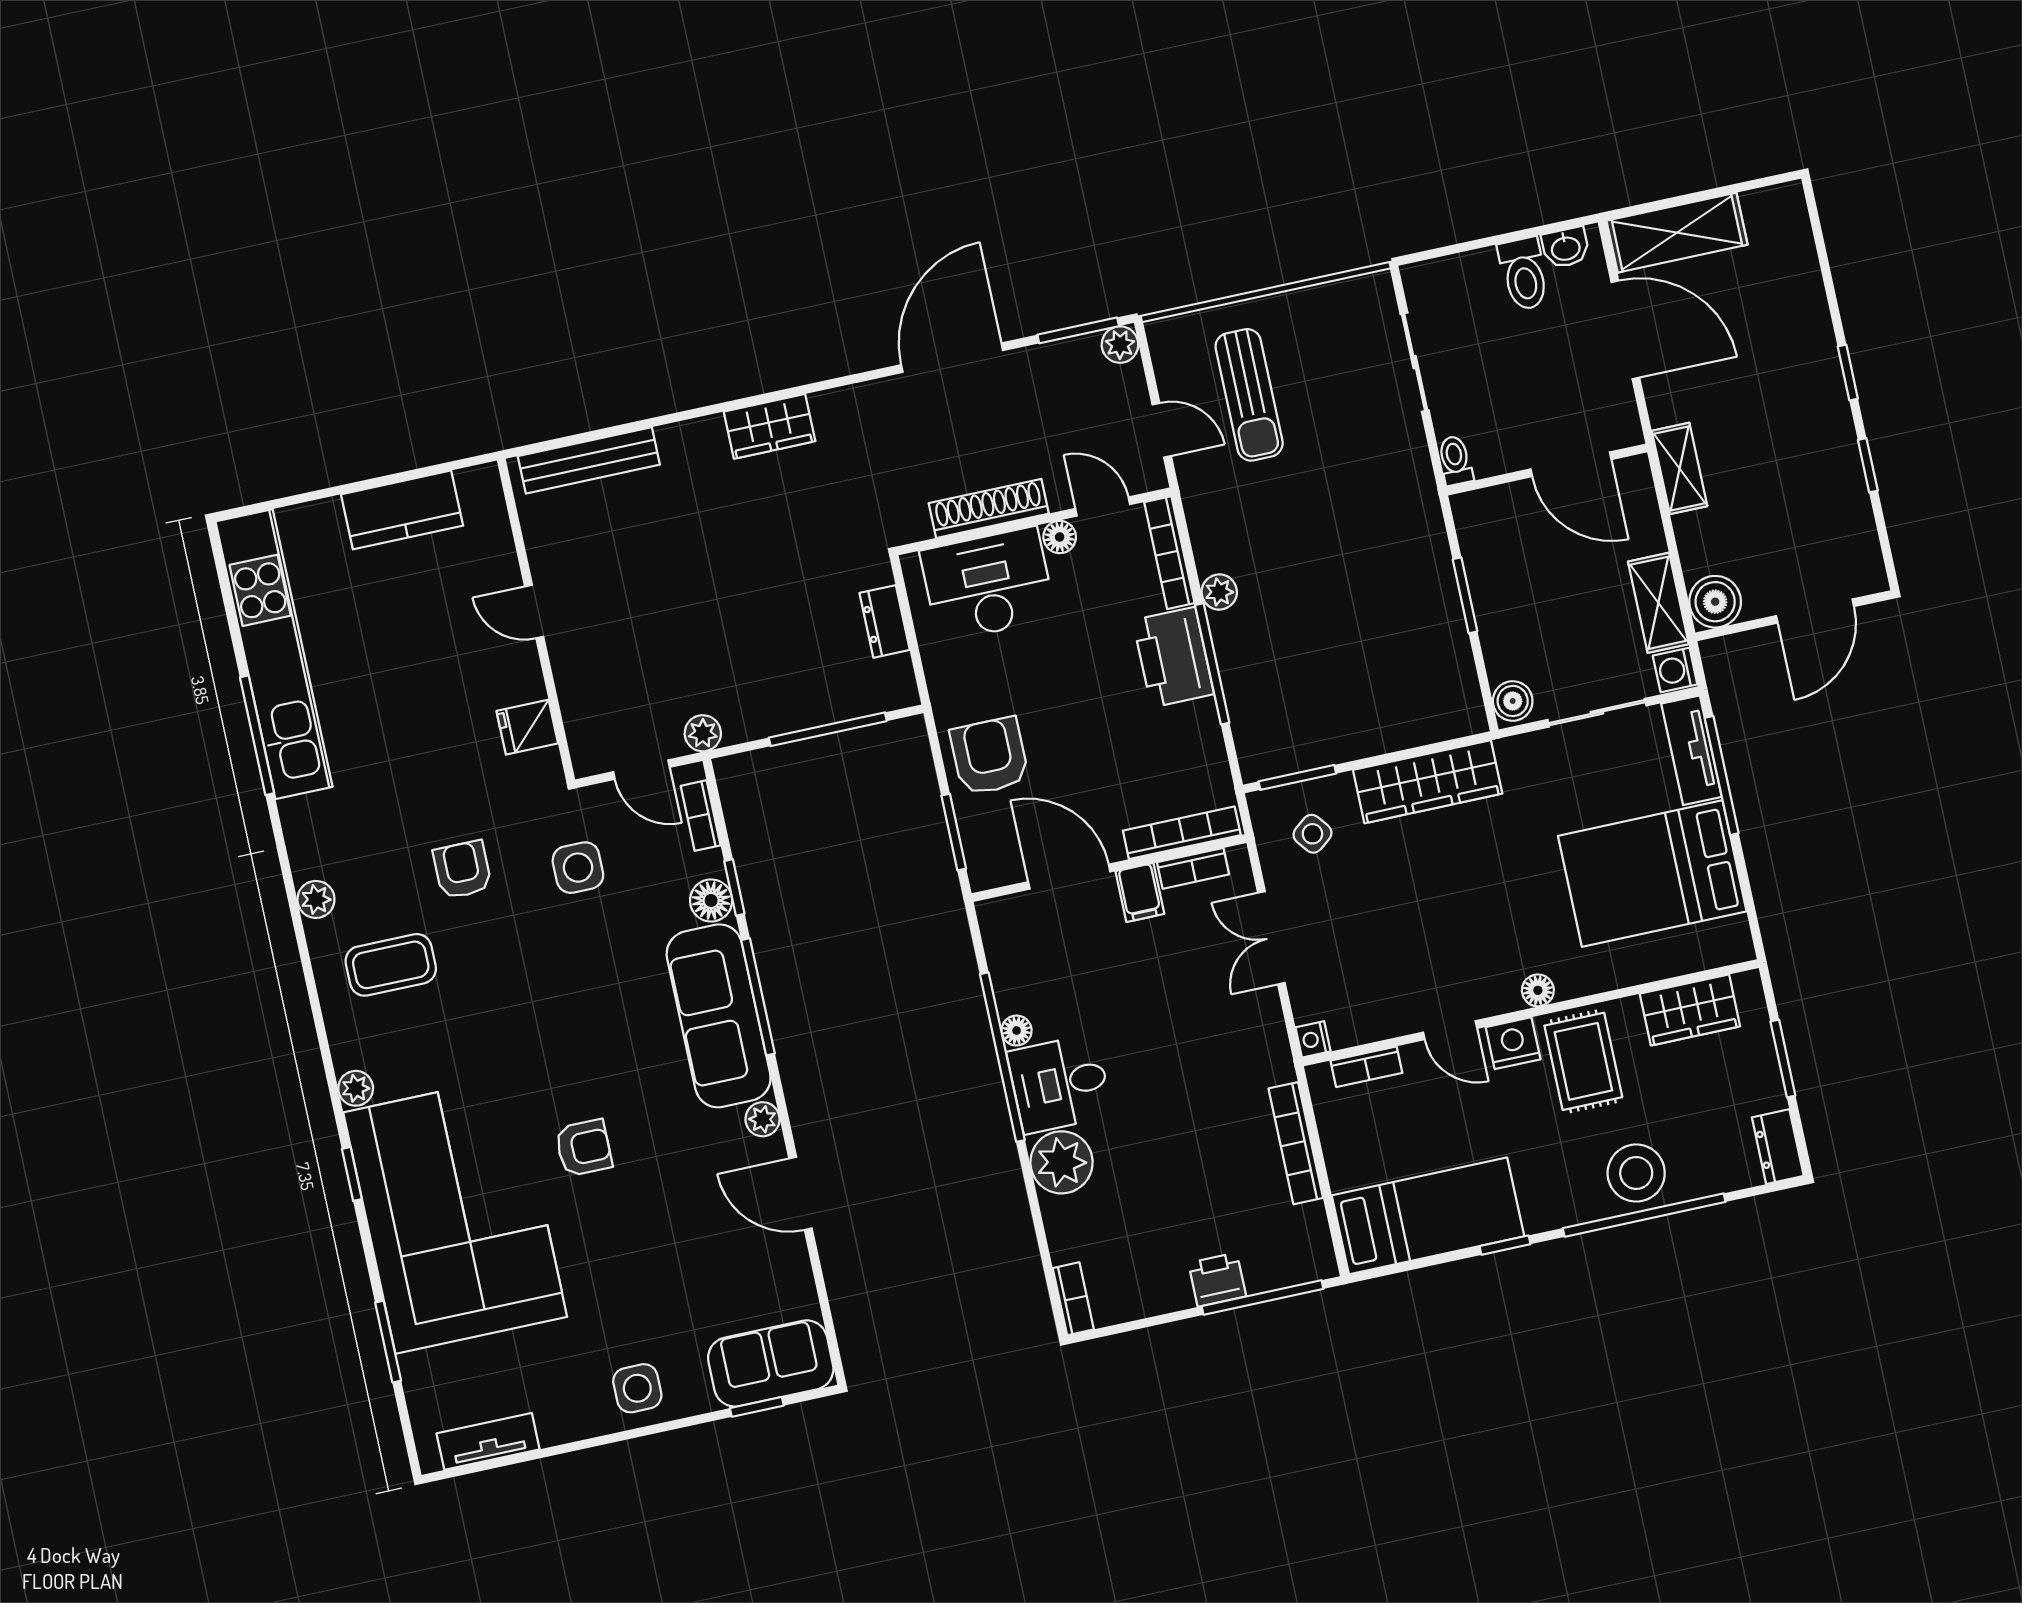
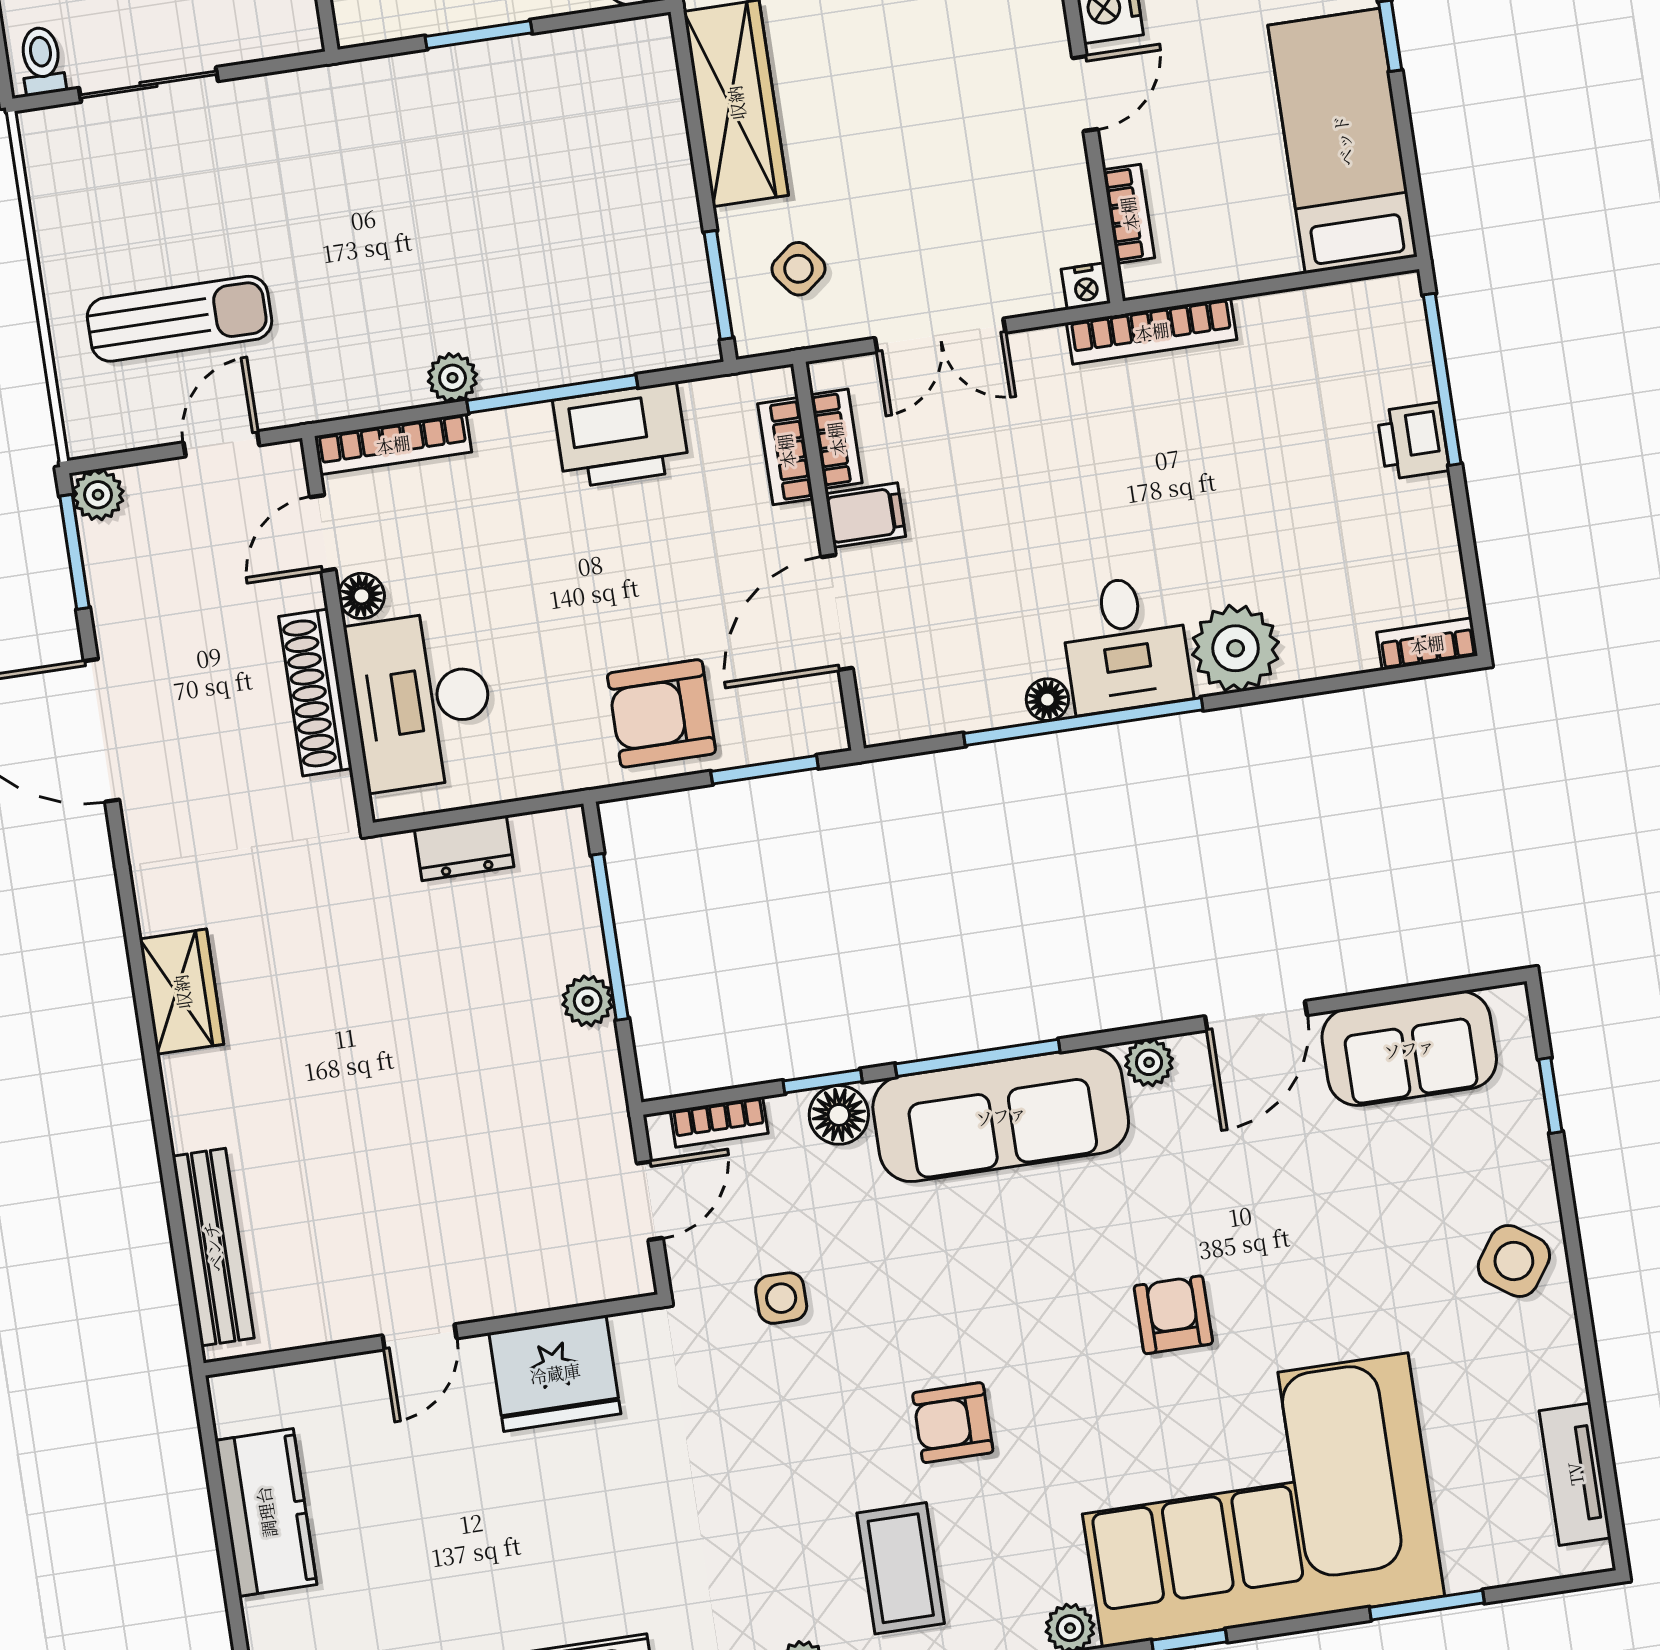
toilet: (1455, 461) -> (42, 61), moved, turned 90
printer: (1173, 657) -> (621, 435), moved
fridge: (527, 727) -> (555, 1373), width x1.88, depth x1.34
plant: (703, 733) -> (588, 1001), moved
bookcase: (1182, 833) -> (786, 451), width x0.64
side table: (578, 868) -> (781, 1298), width x0.73, depth x0.73
armchair: (462, 870) -> (953, 1423), moved
bookcase: (1296, 1143) -> (1152, 331), moved
sofa: (771, 1363) -> (1409, 1048), moved, turned -90
side table: (637, 1388) -> (1514, 1261), turned 35

